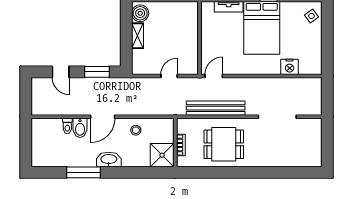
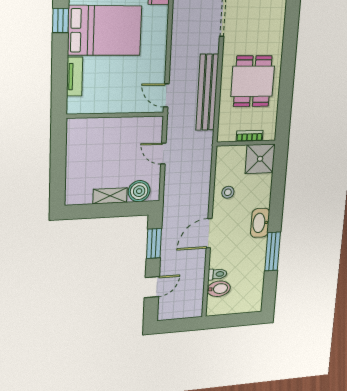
boiler: (140, 13) -> (139, 191), moved
door: (103, 117) -> (209, 233), swing flipped
bidet: (80, 128) -> (219, 289), moved

